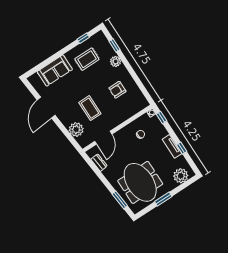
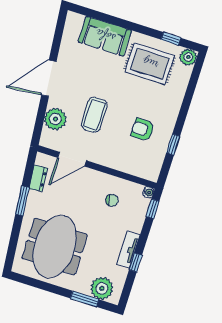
window: (115, 45) -> (173, 145), moved
rug: (87, 59) -> (150, 64), width x1.36, depth x1.43
plant: (116, 61) -> (188, 57), moved
door: (46, 108) -> (49, 78), moved
window: (163, 199) -> (85, 299), moved
window: (120, 200) -> (22, 201), moved

